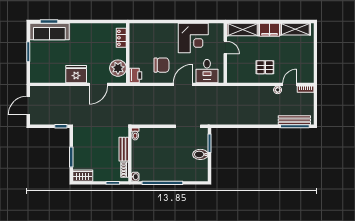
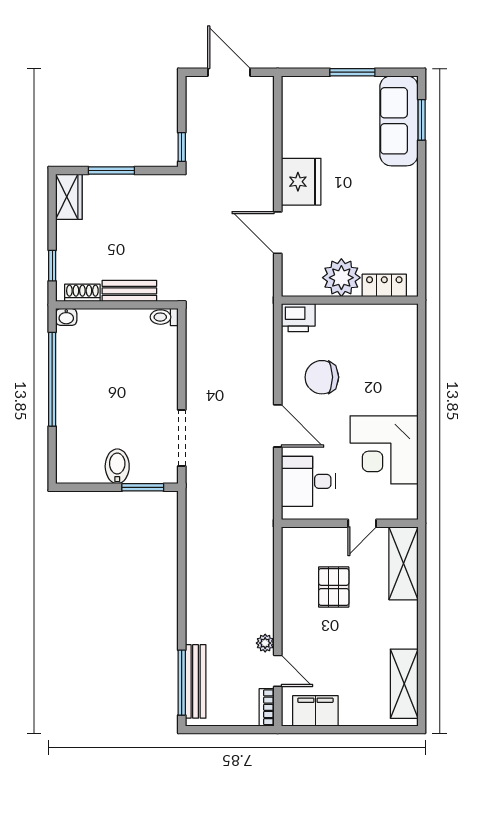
filing cabinet: (269, 30) -> (315, 711), moved, turned 90
chair: (161, 65) -> (322, 377), turned 90
pallet: (265, 67) -> (334, 587), moved
plant: (118, 68) -> (341, 278), moved

